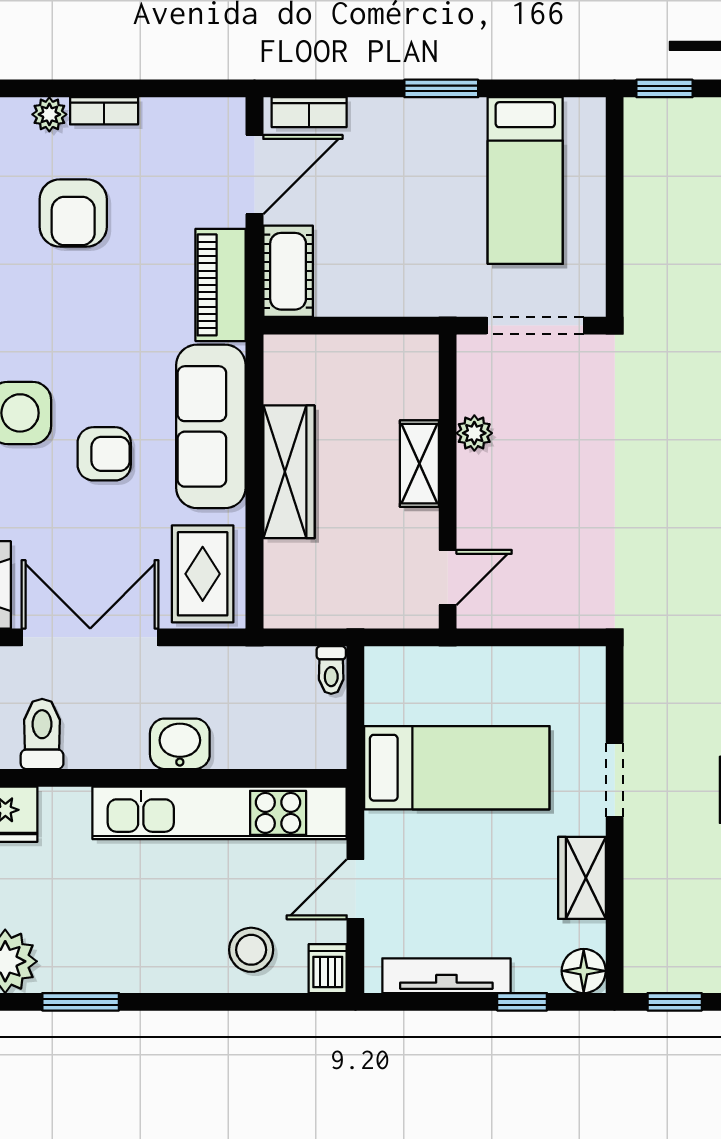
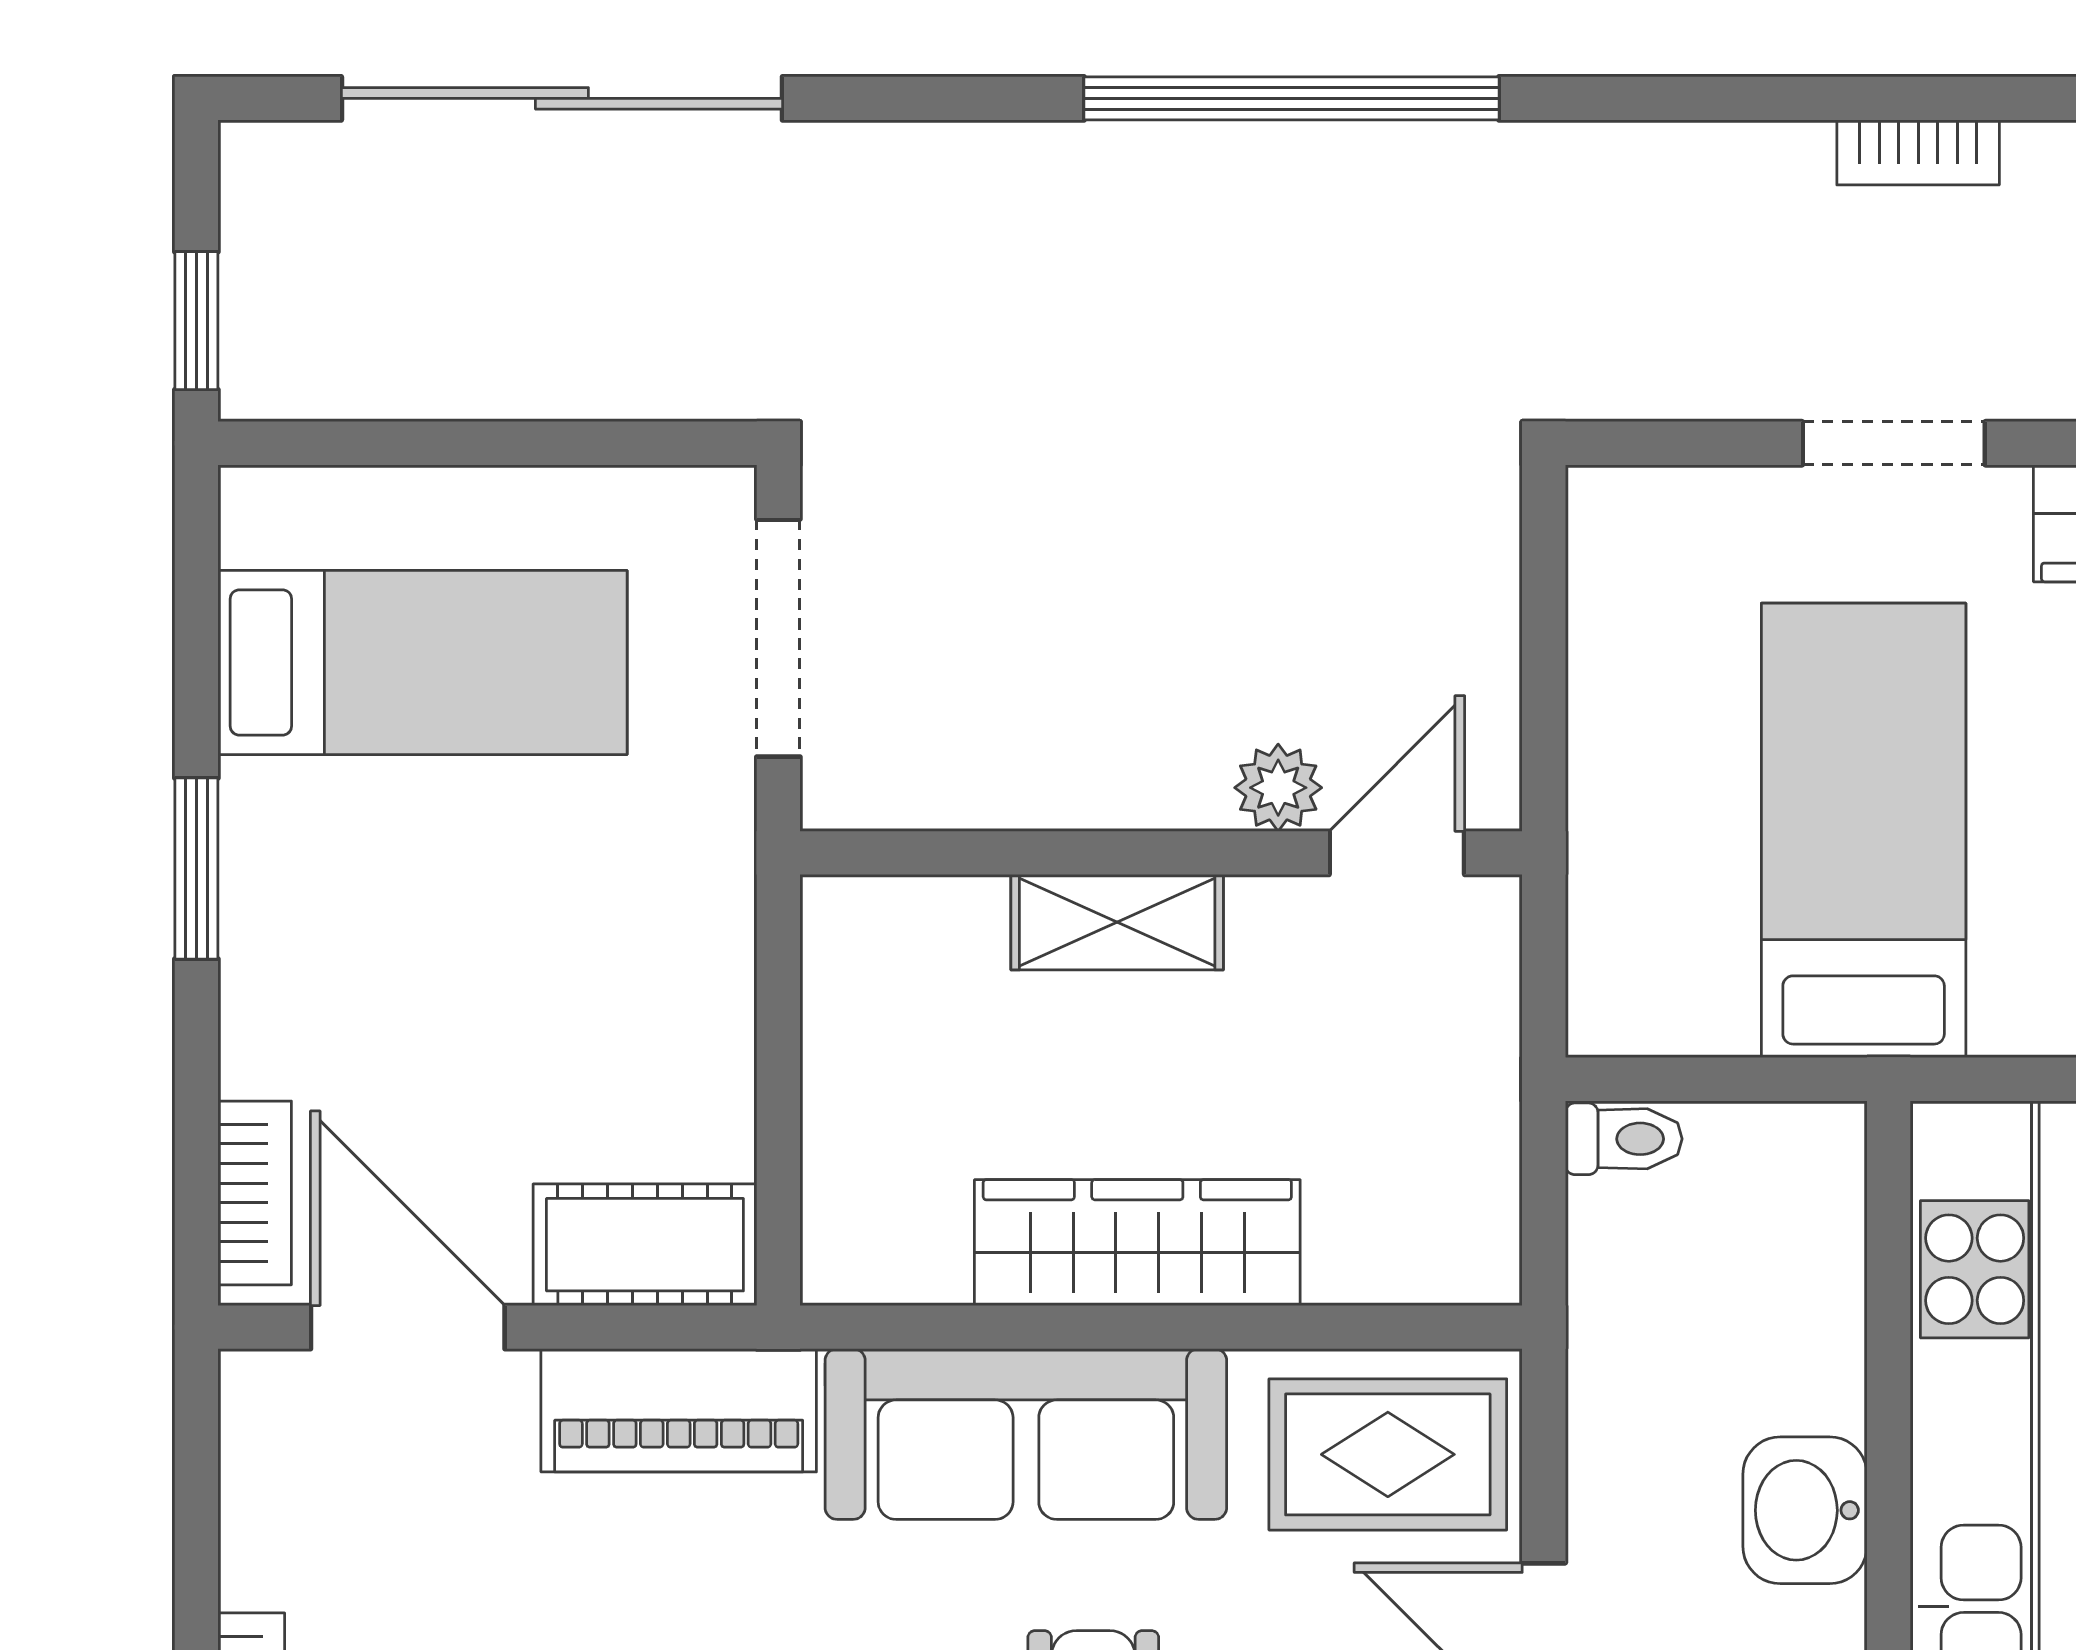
plant: (474, 433) -> (1278, 788), moved
door: (448, 578) -> (1397, 853), hinge flipped

